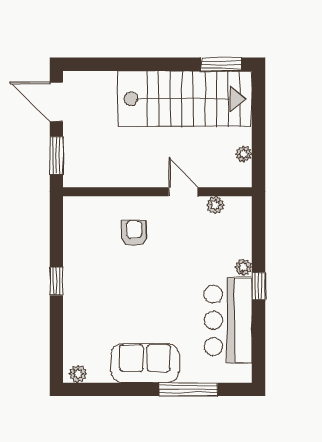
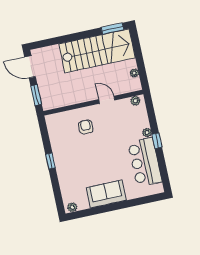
plant: (215, 205) -> (135, 101), moved
window: (188, 389) -> (132, 203), removed

